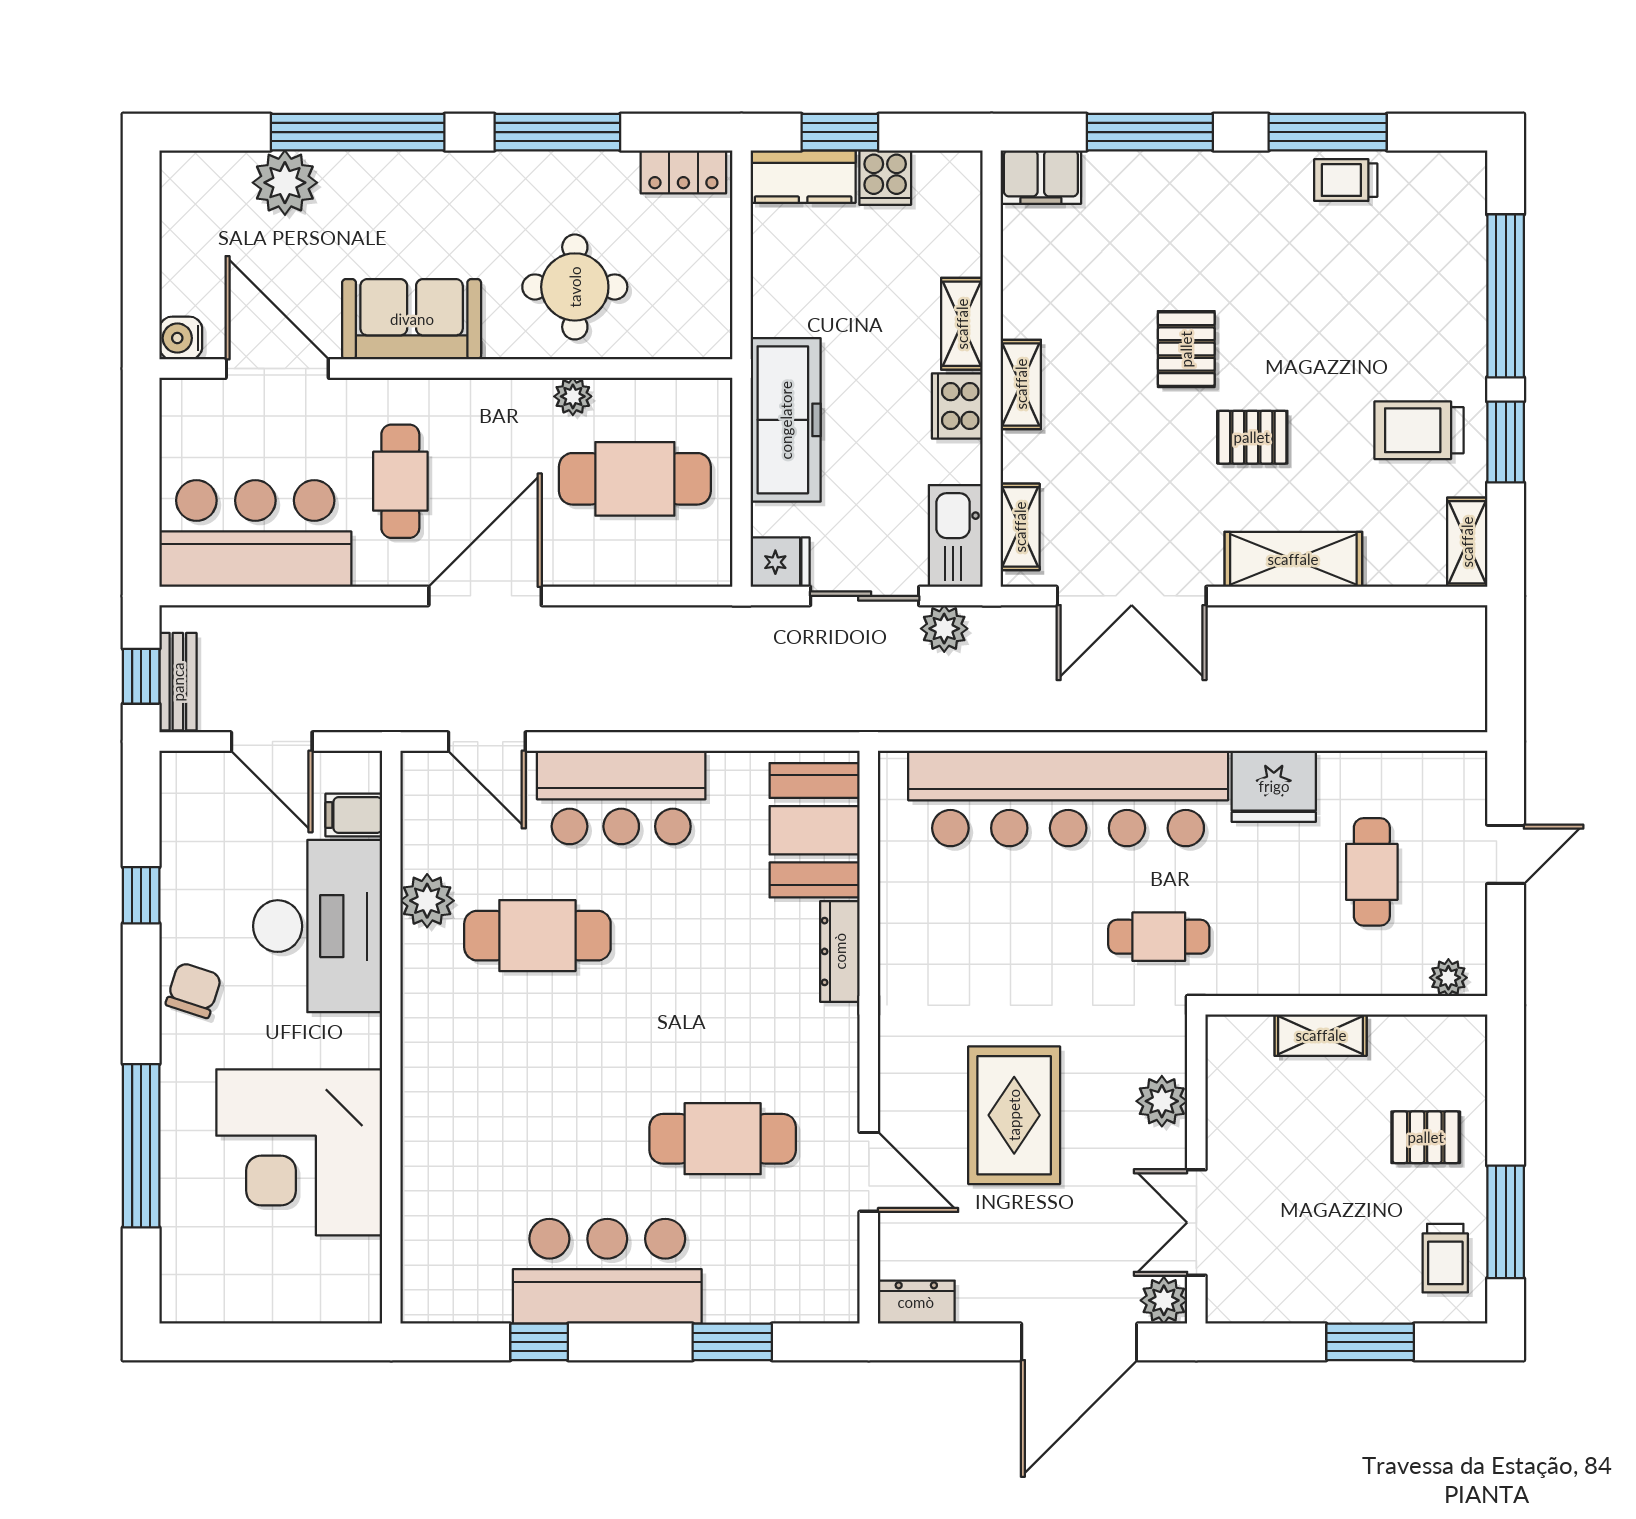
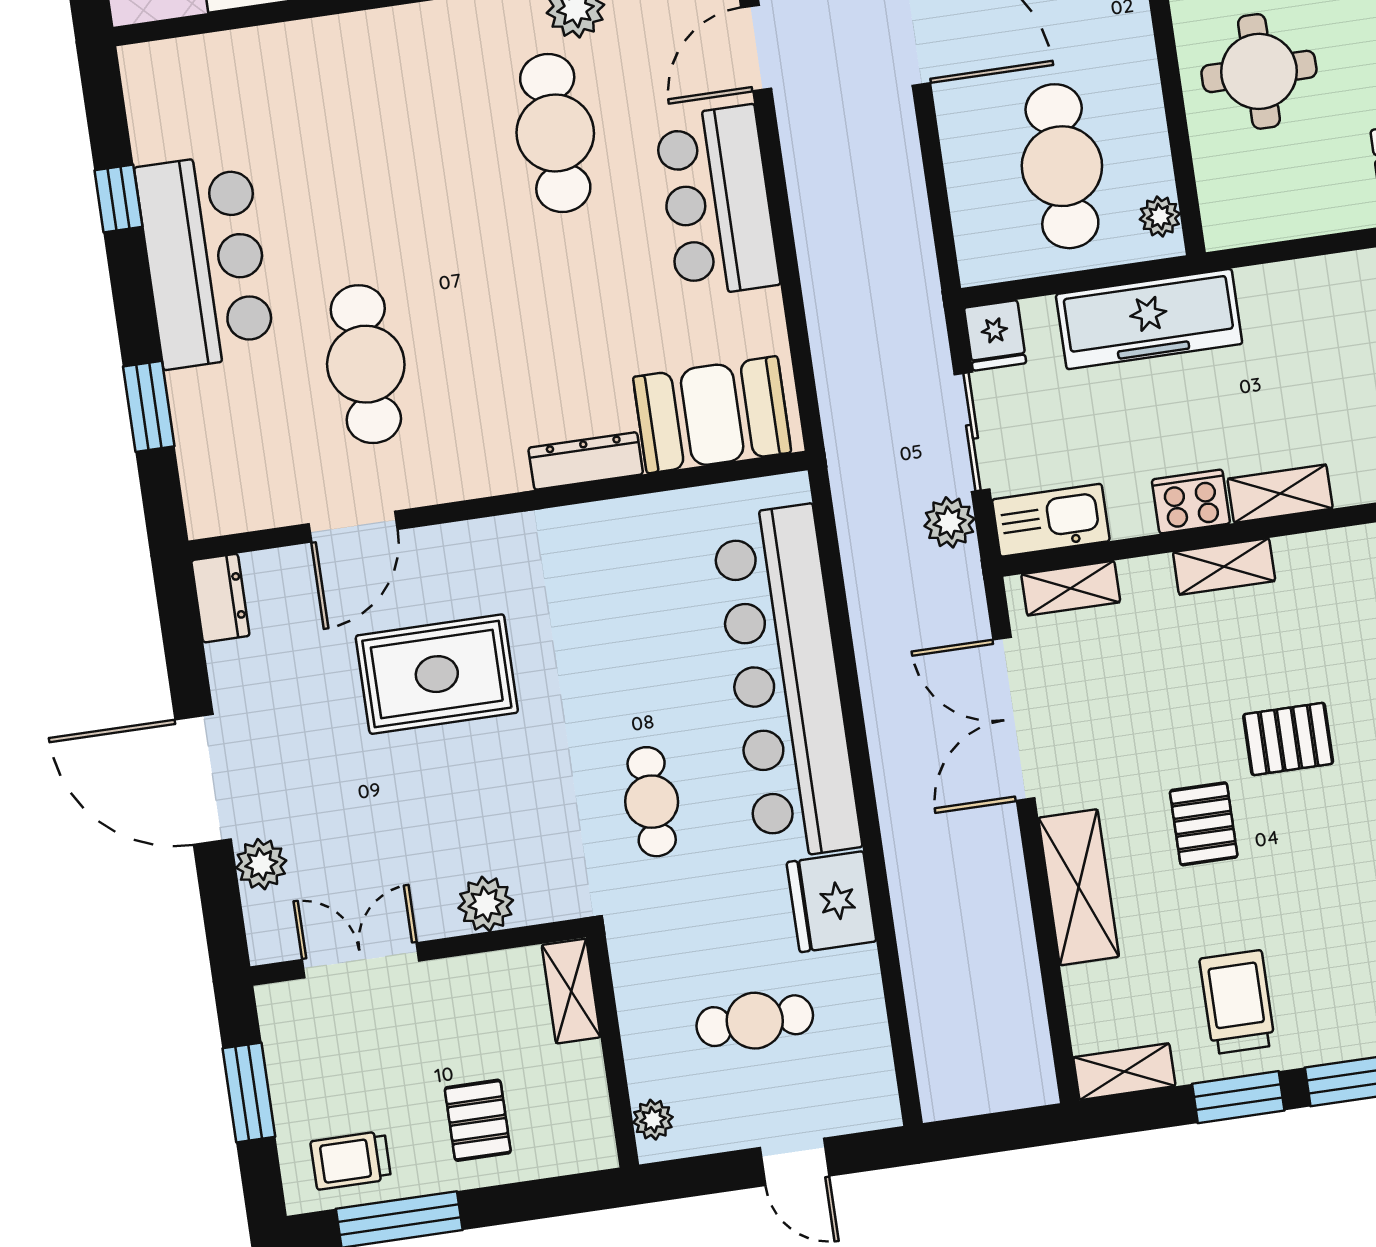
plant: (573, 396) -> (1160, 217), moved
plant: (1162, 1101) -> (486, 904), moved
wall: (1196, 1169) -> (418, 952), moved
double door: (1196, 1223) -> (361, 960), moved

